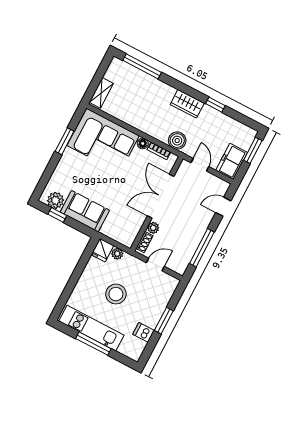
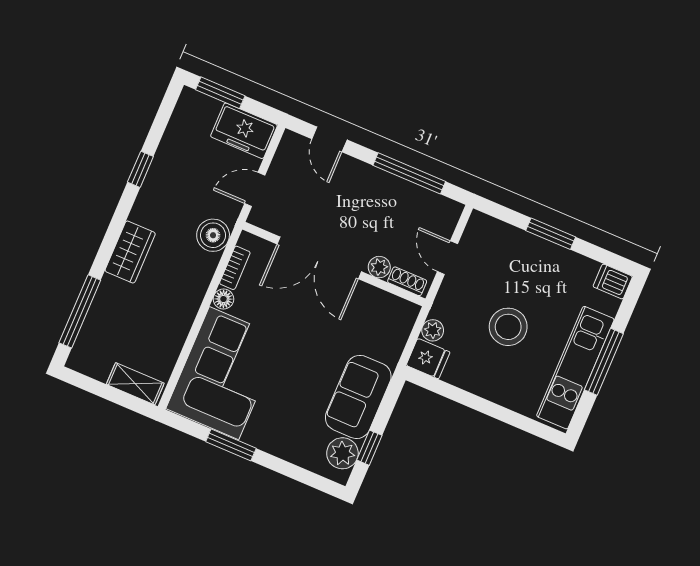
wardrobe: (187, 104) -> (130, 252), moved
dishwasher: (144, 332) -> (613, 282), moved, turned 90

